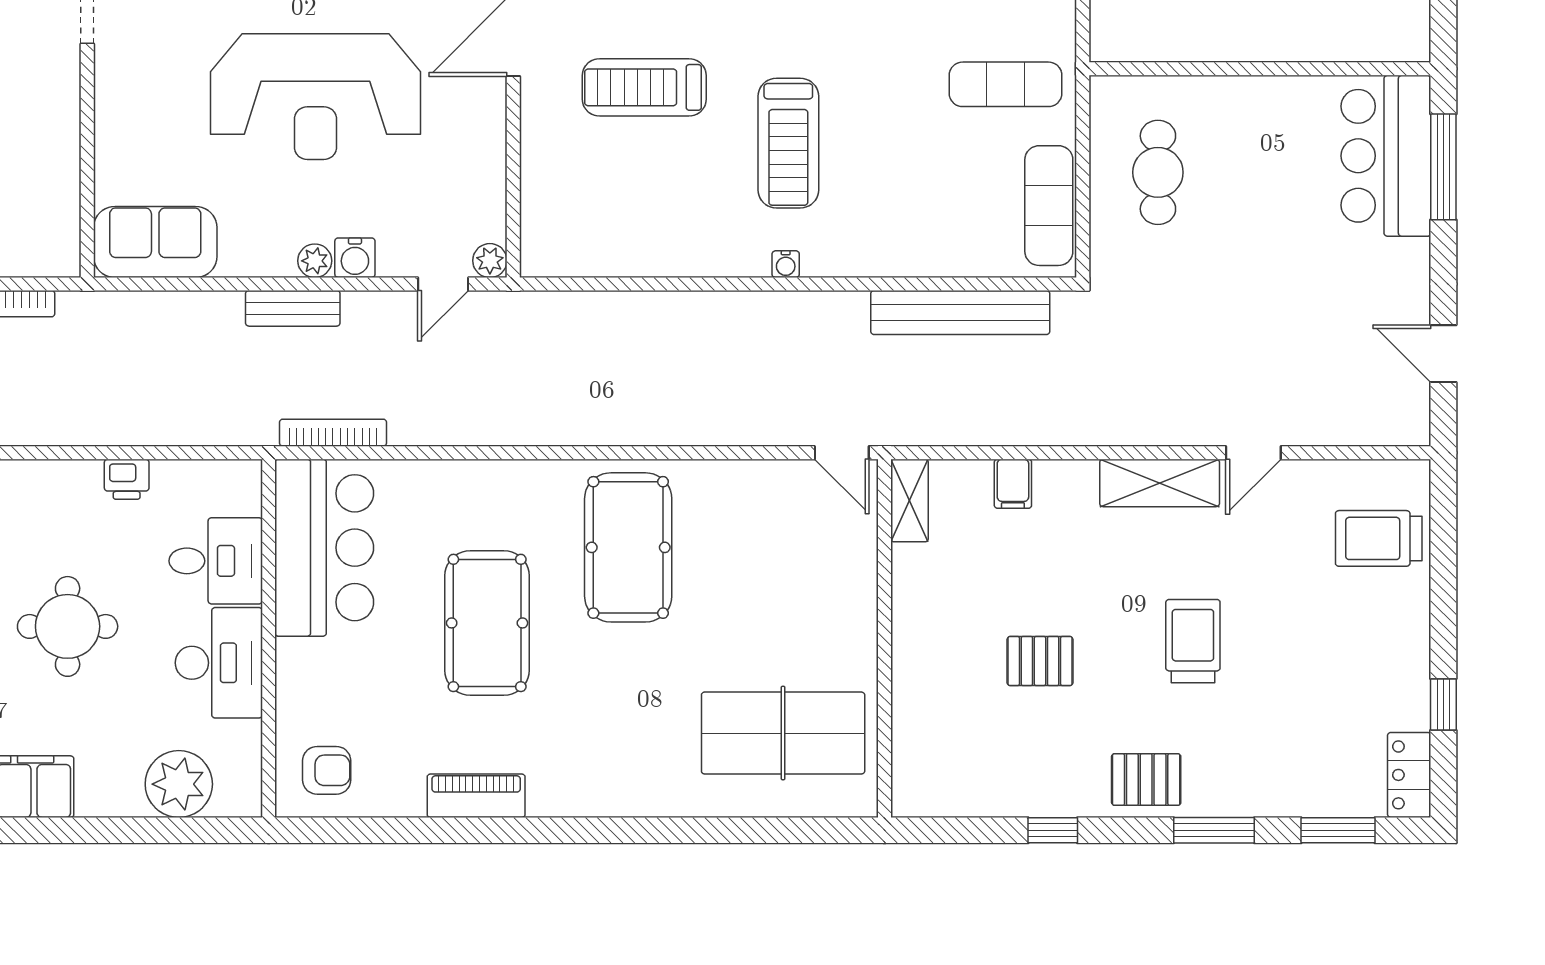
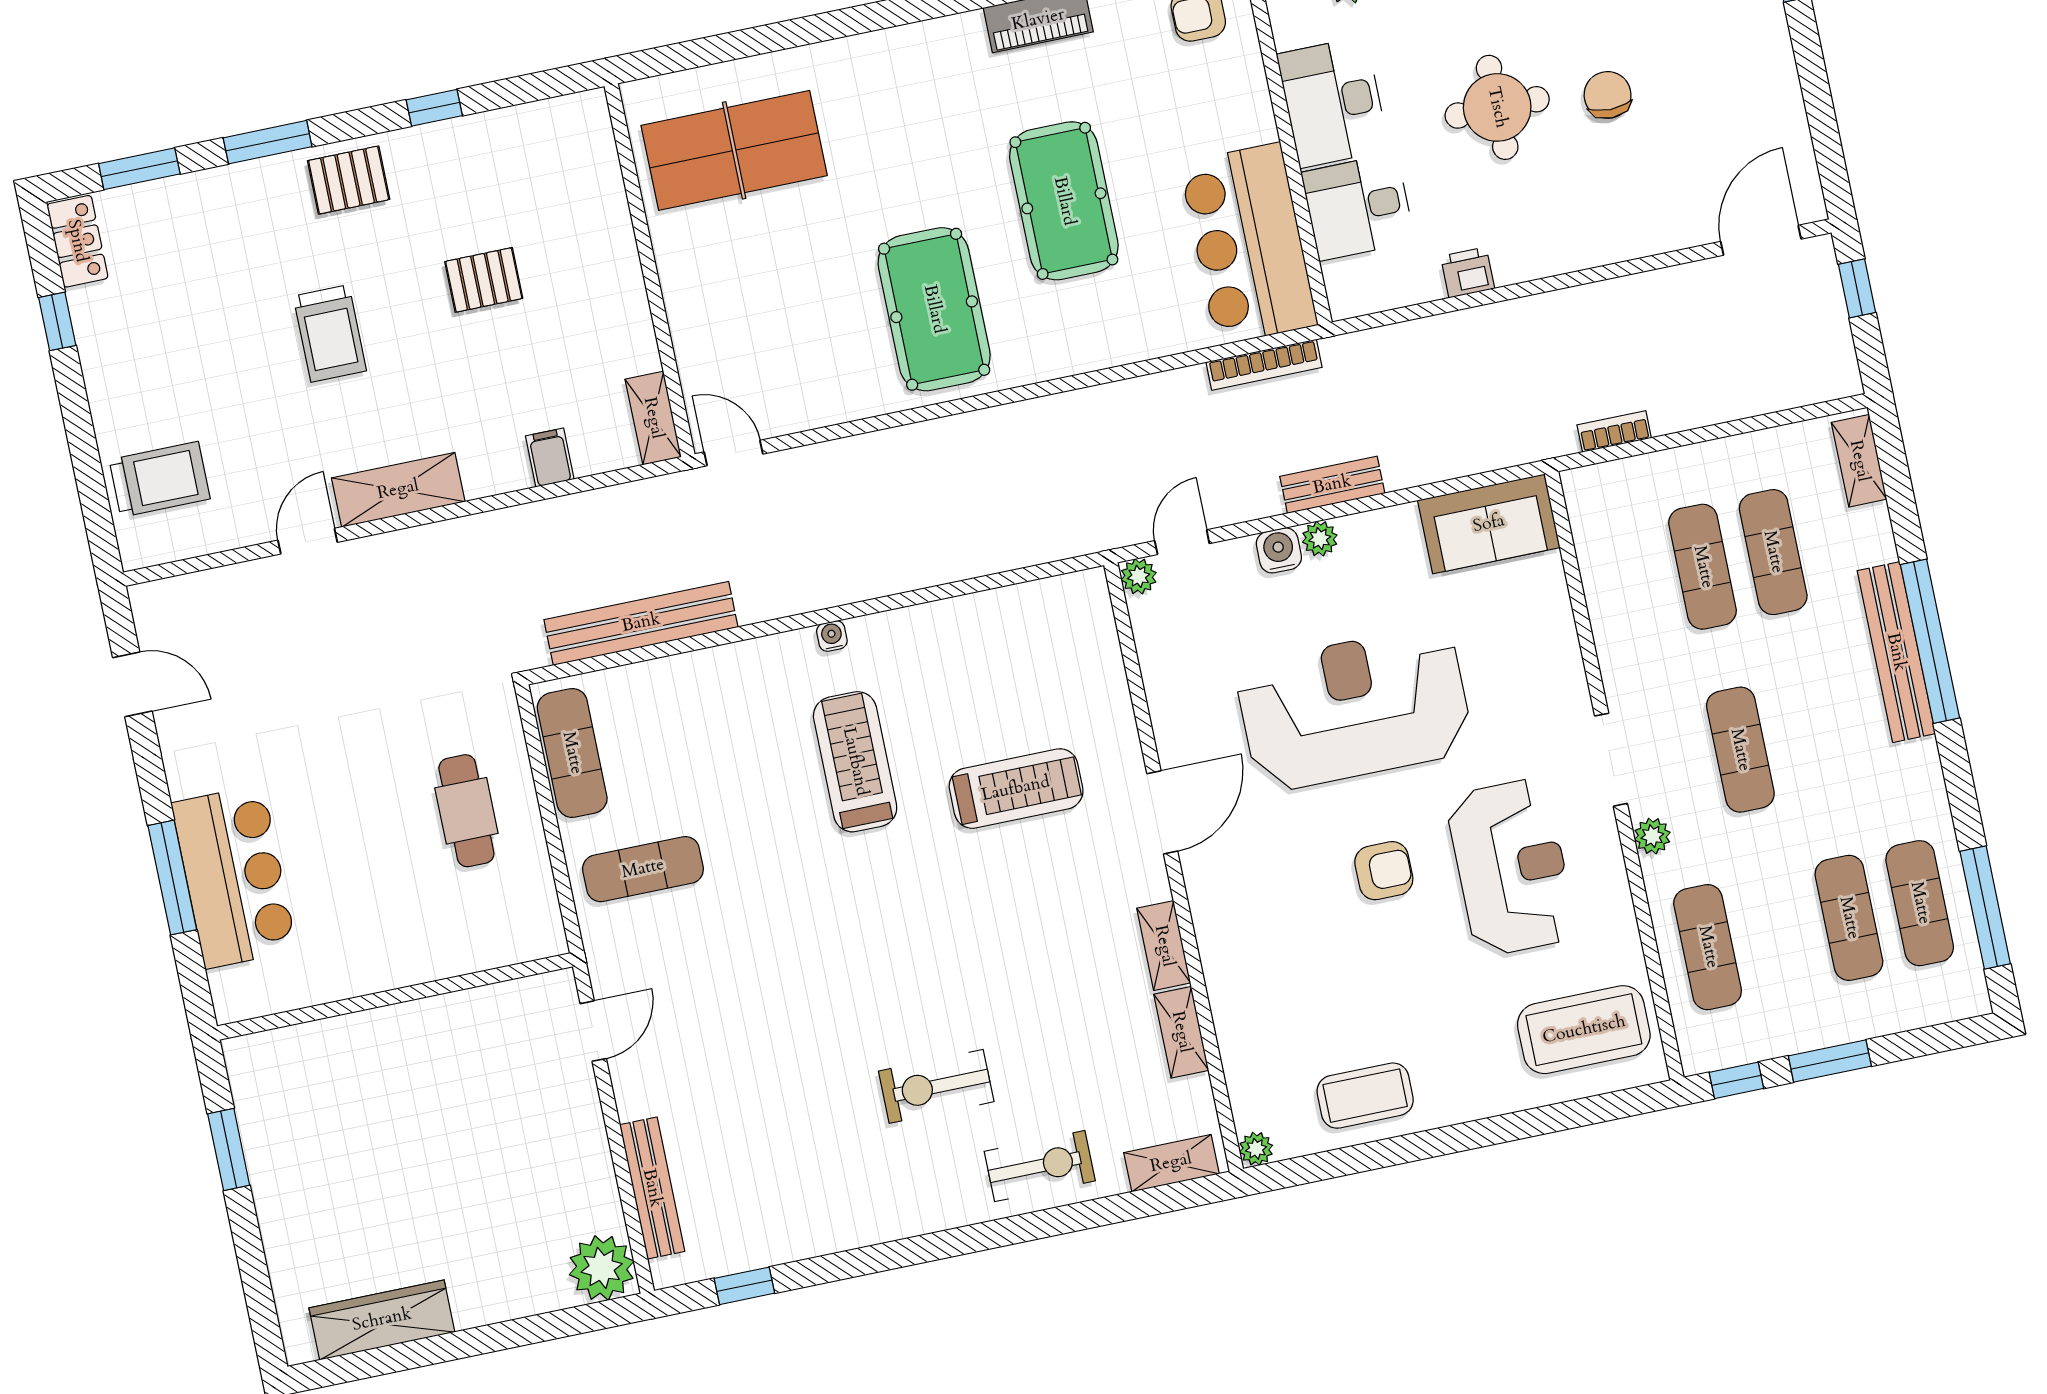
wall: (1260, 69) -> (395, 996), moved

